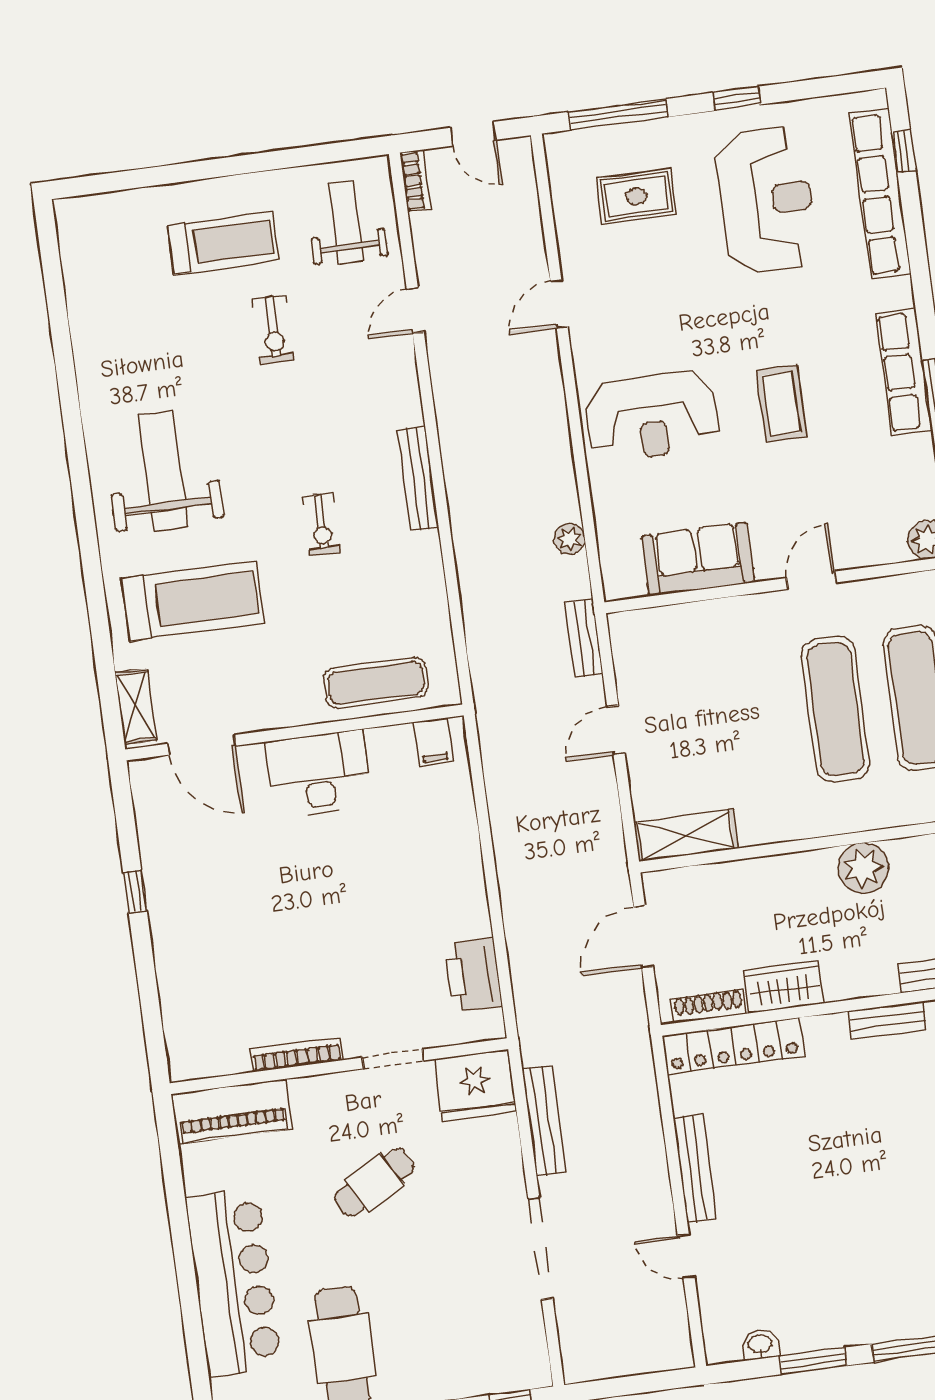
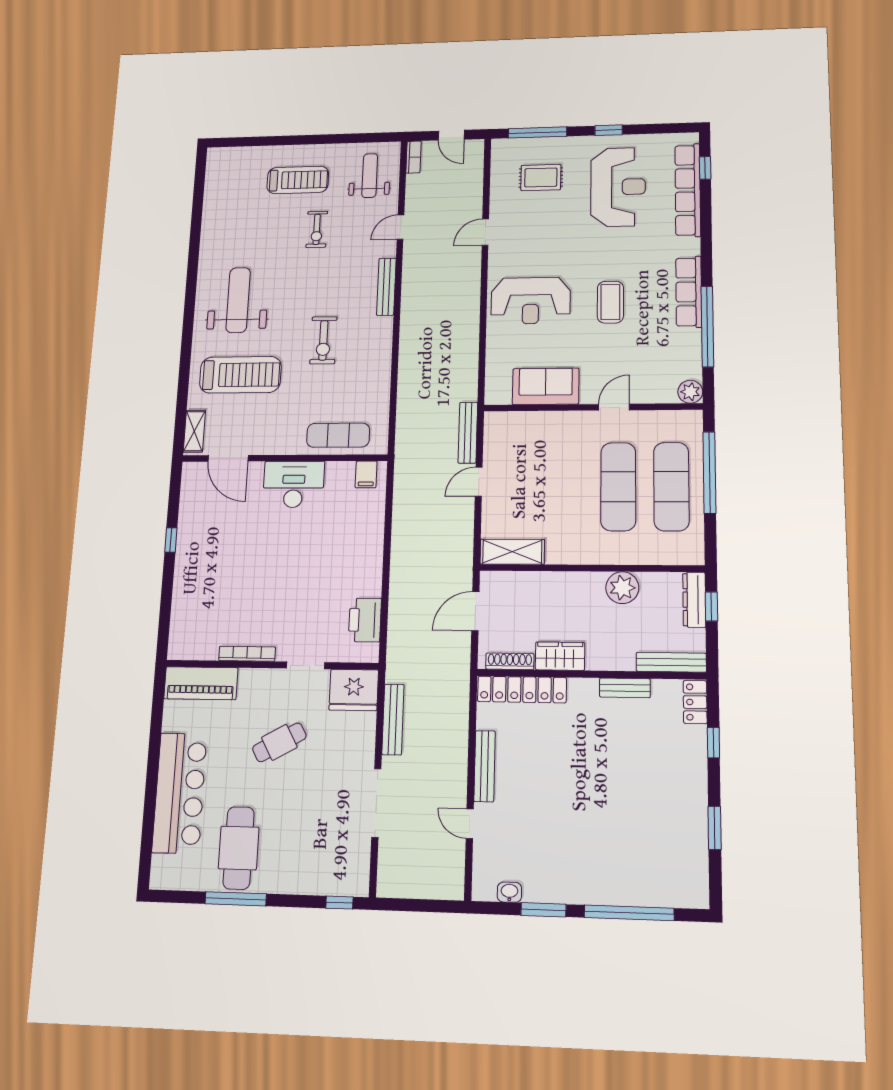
bench: (418, 478) -> (386, 287), moved
exercise bike: (321, 525) -> (323, 340), width x1.38, depth x1.39
plant: (569, 539) -> (469, 365), removed
bench: (584, 638) -> (468, 433), width x1.36

